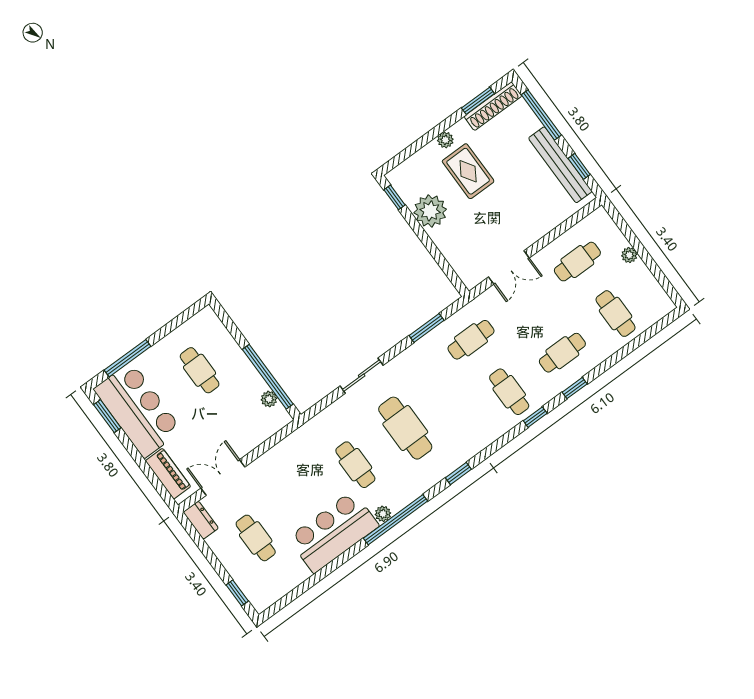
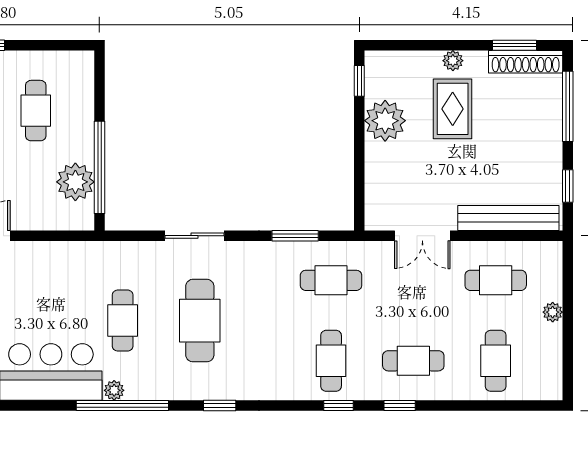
bench: (560, 165) -> (508, 218), moved, turned 90
plant: (269, 399) -> (75, 182), width x1.88, depth x1.88

